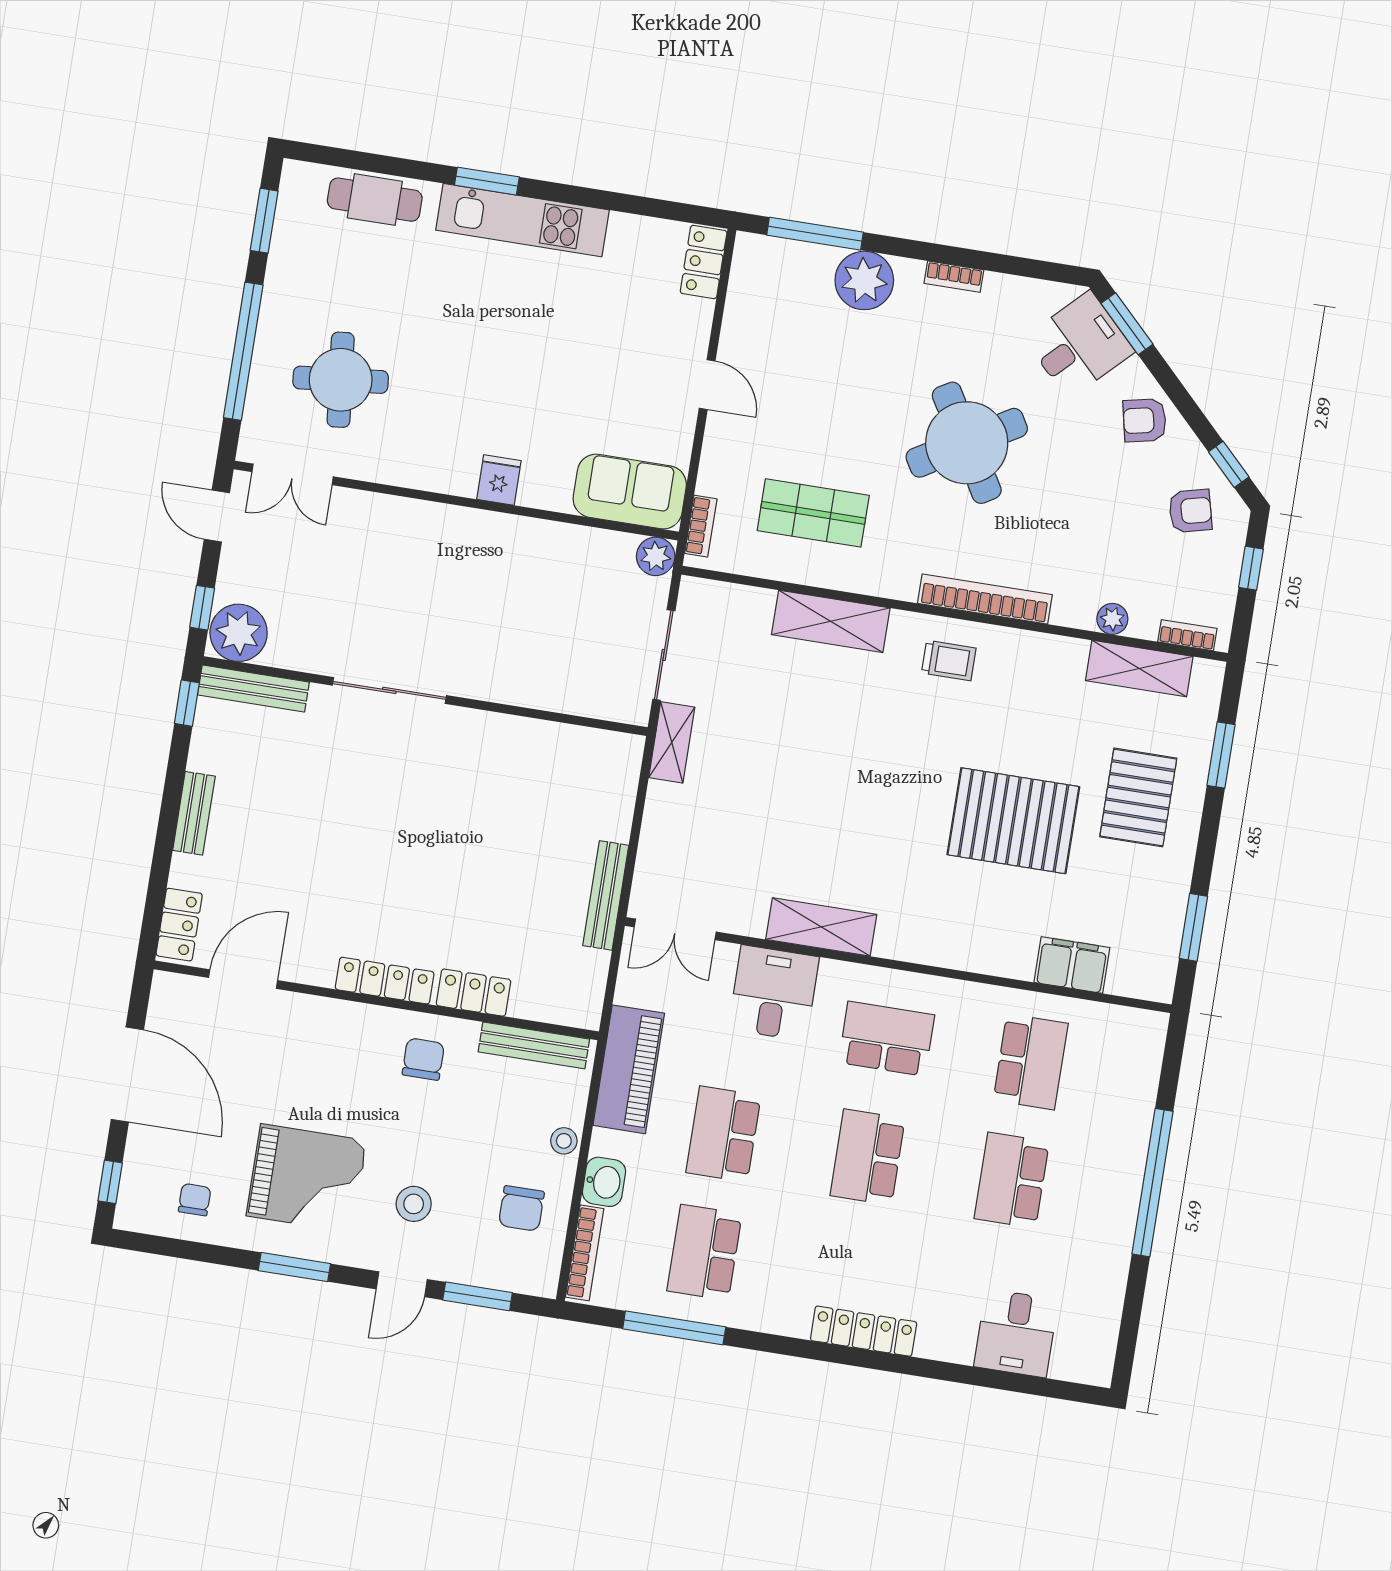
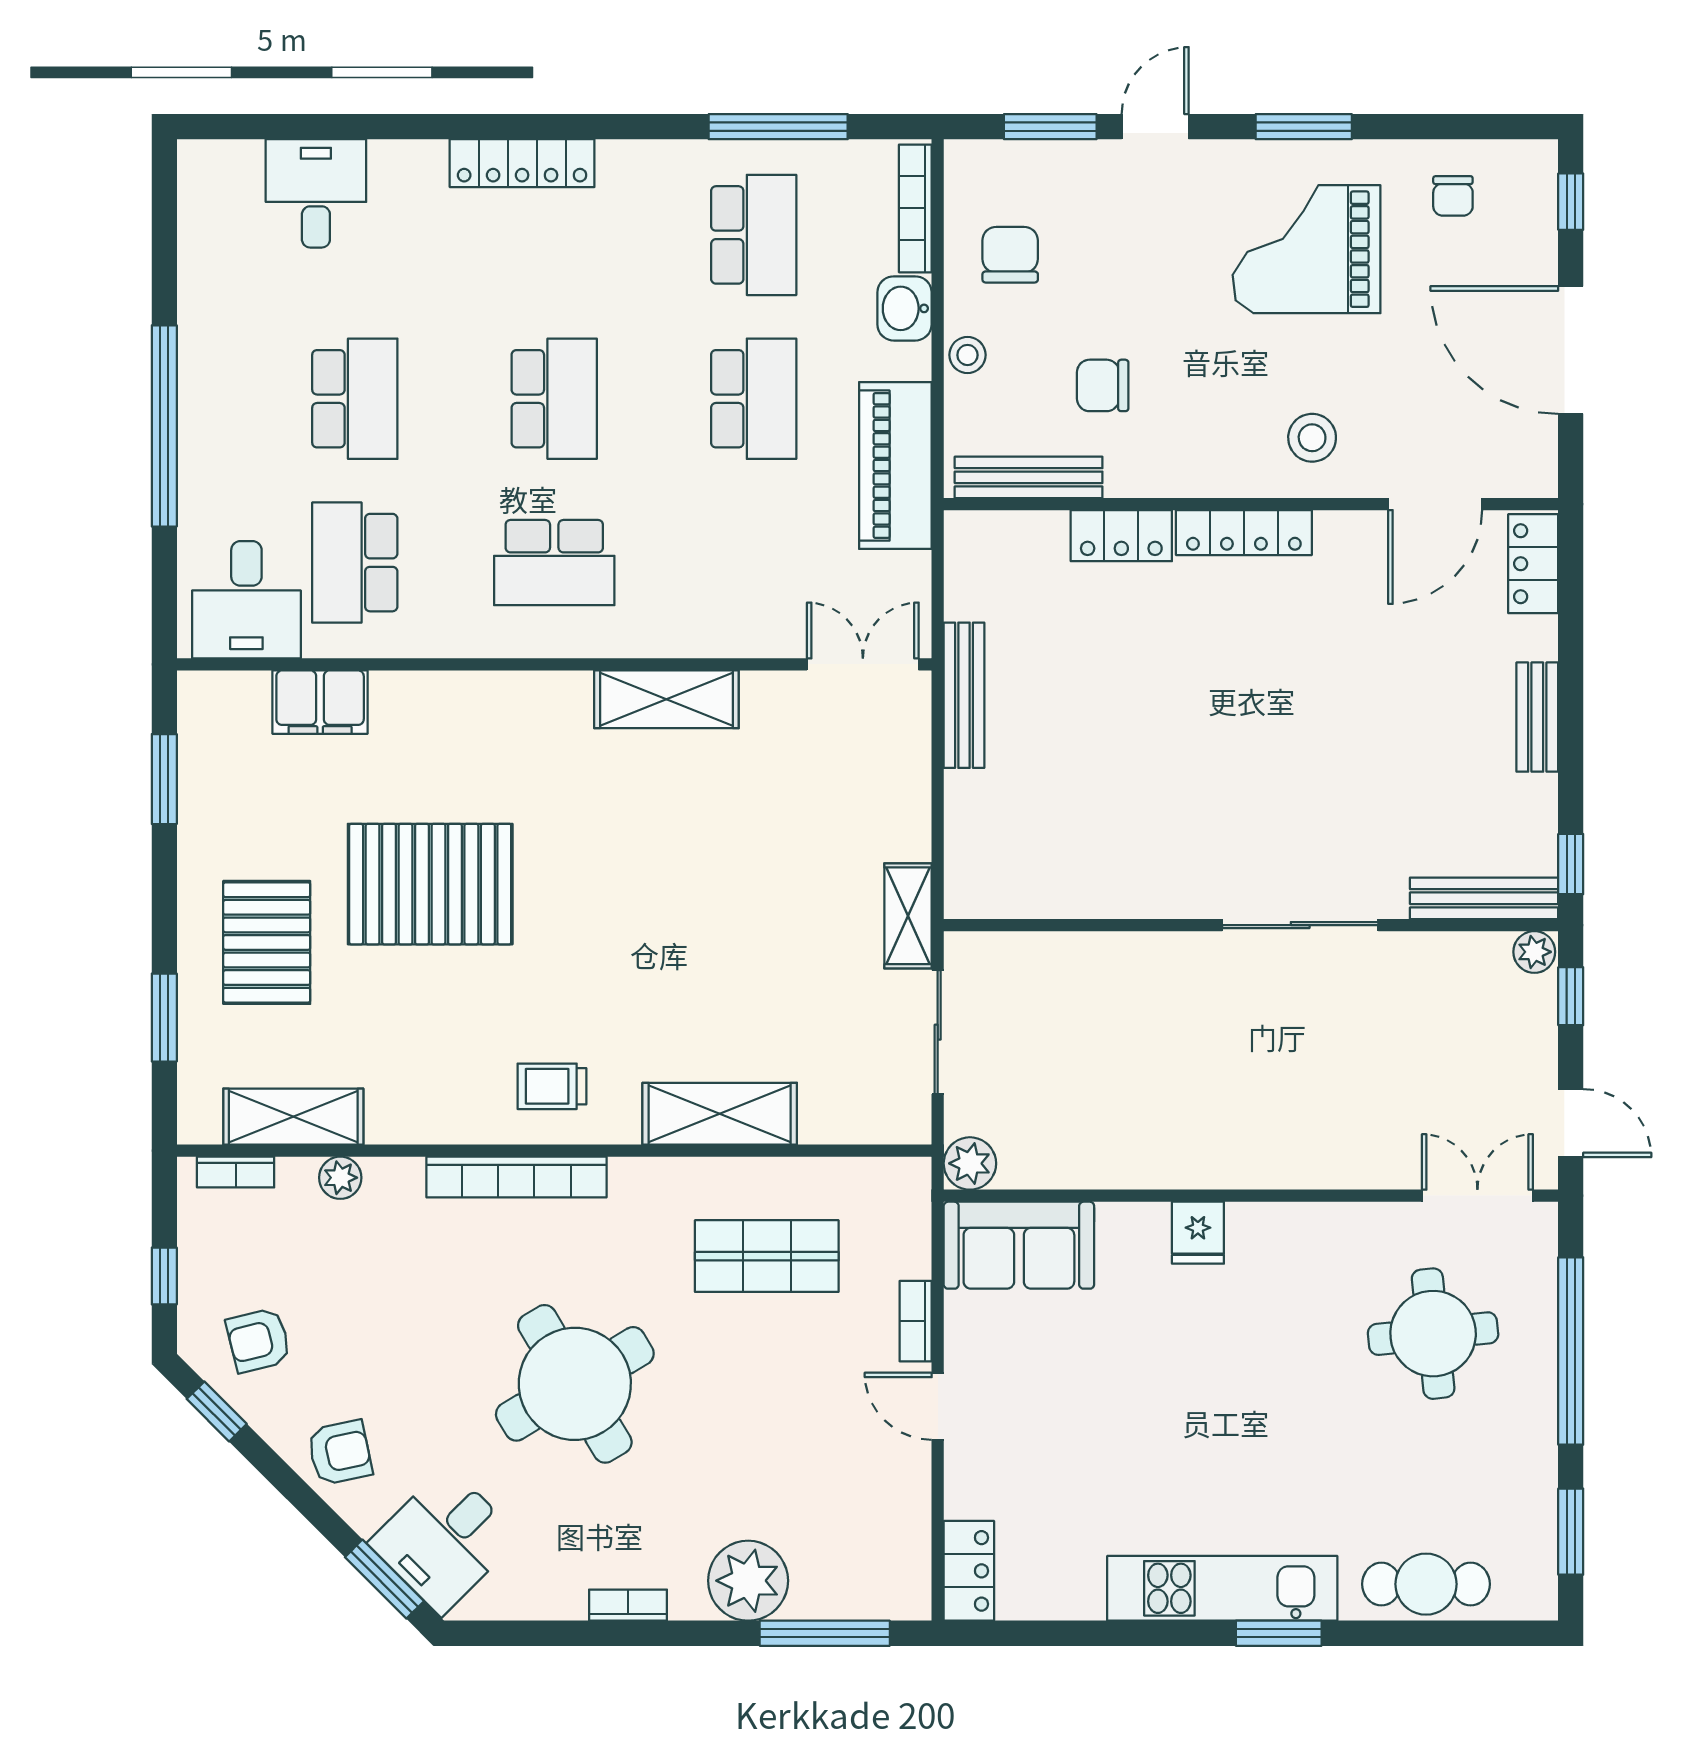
bookcase: (701, 526) -> (916, 1321), moved
plant: (239, 633) -> (1534, 952), width x0.53, depth x0.53
desk: (774, 993) -> (246, 600), moved
chair: (423, 1059) -> (1103, 385), moved, turned 90
stool: (414, 1204) -> (1312, 438), moved

